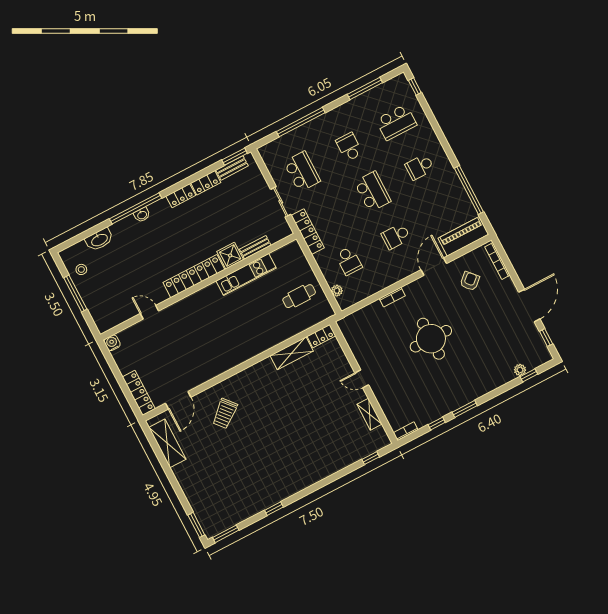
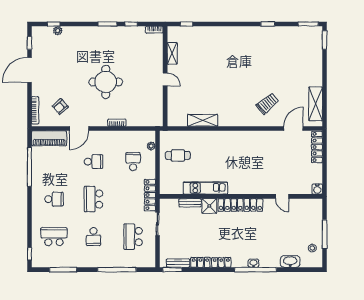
locker: (321, 336) -> (177, 121), removed

